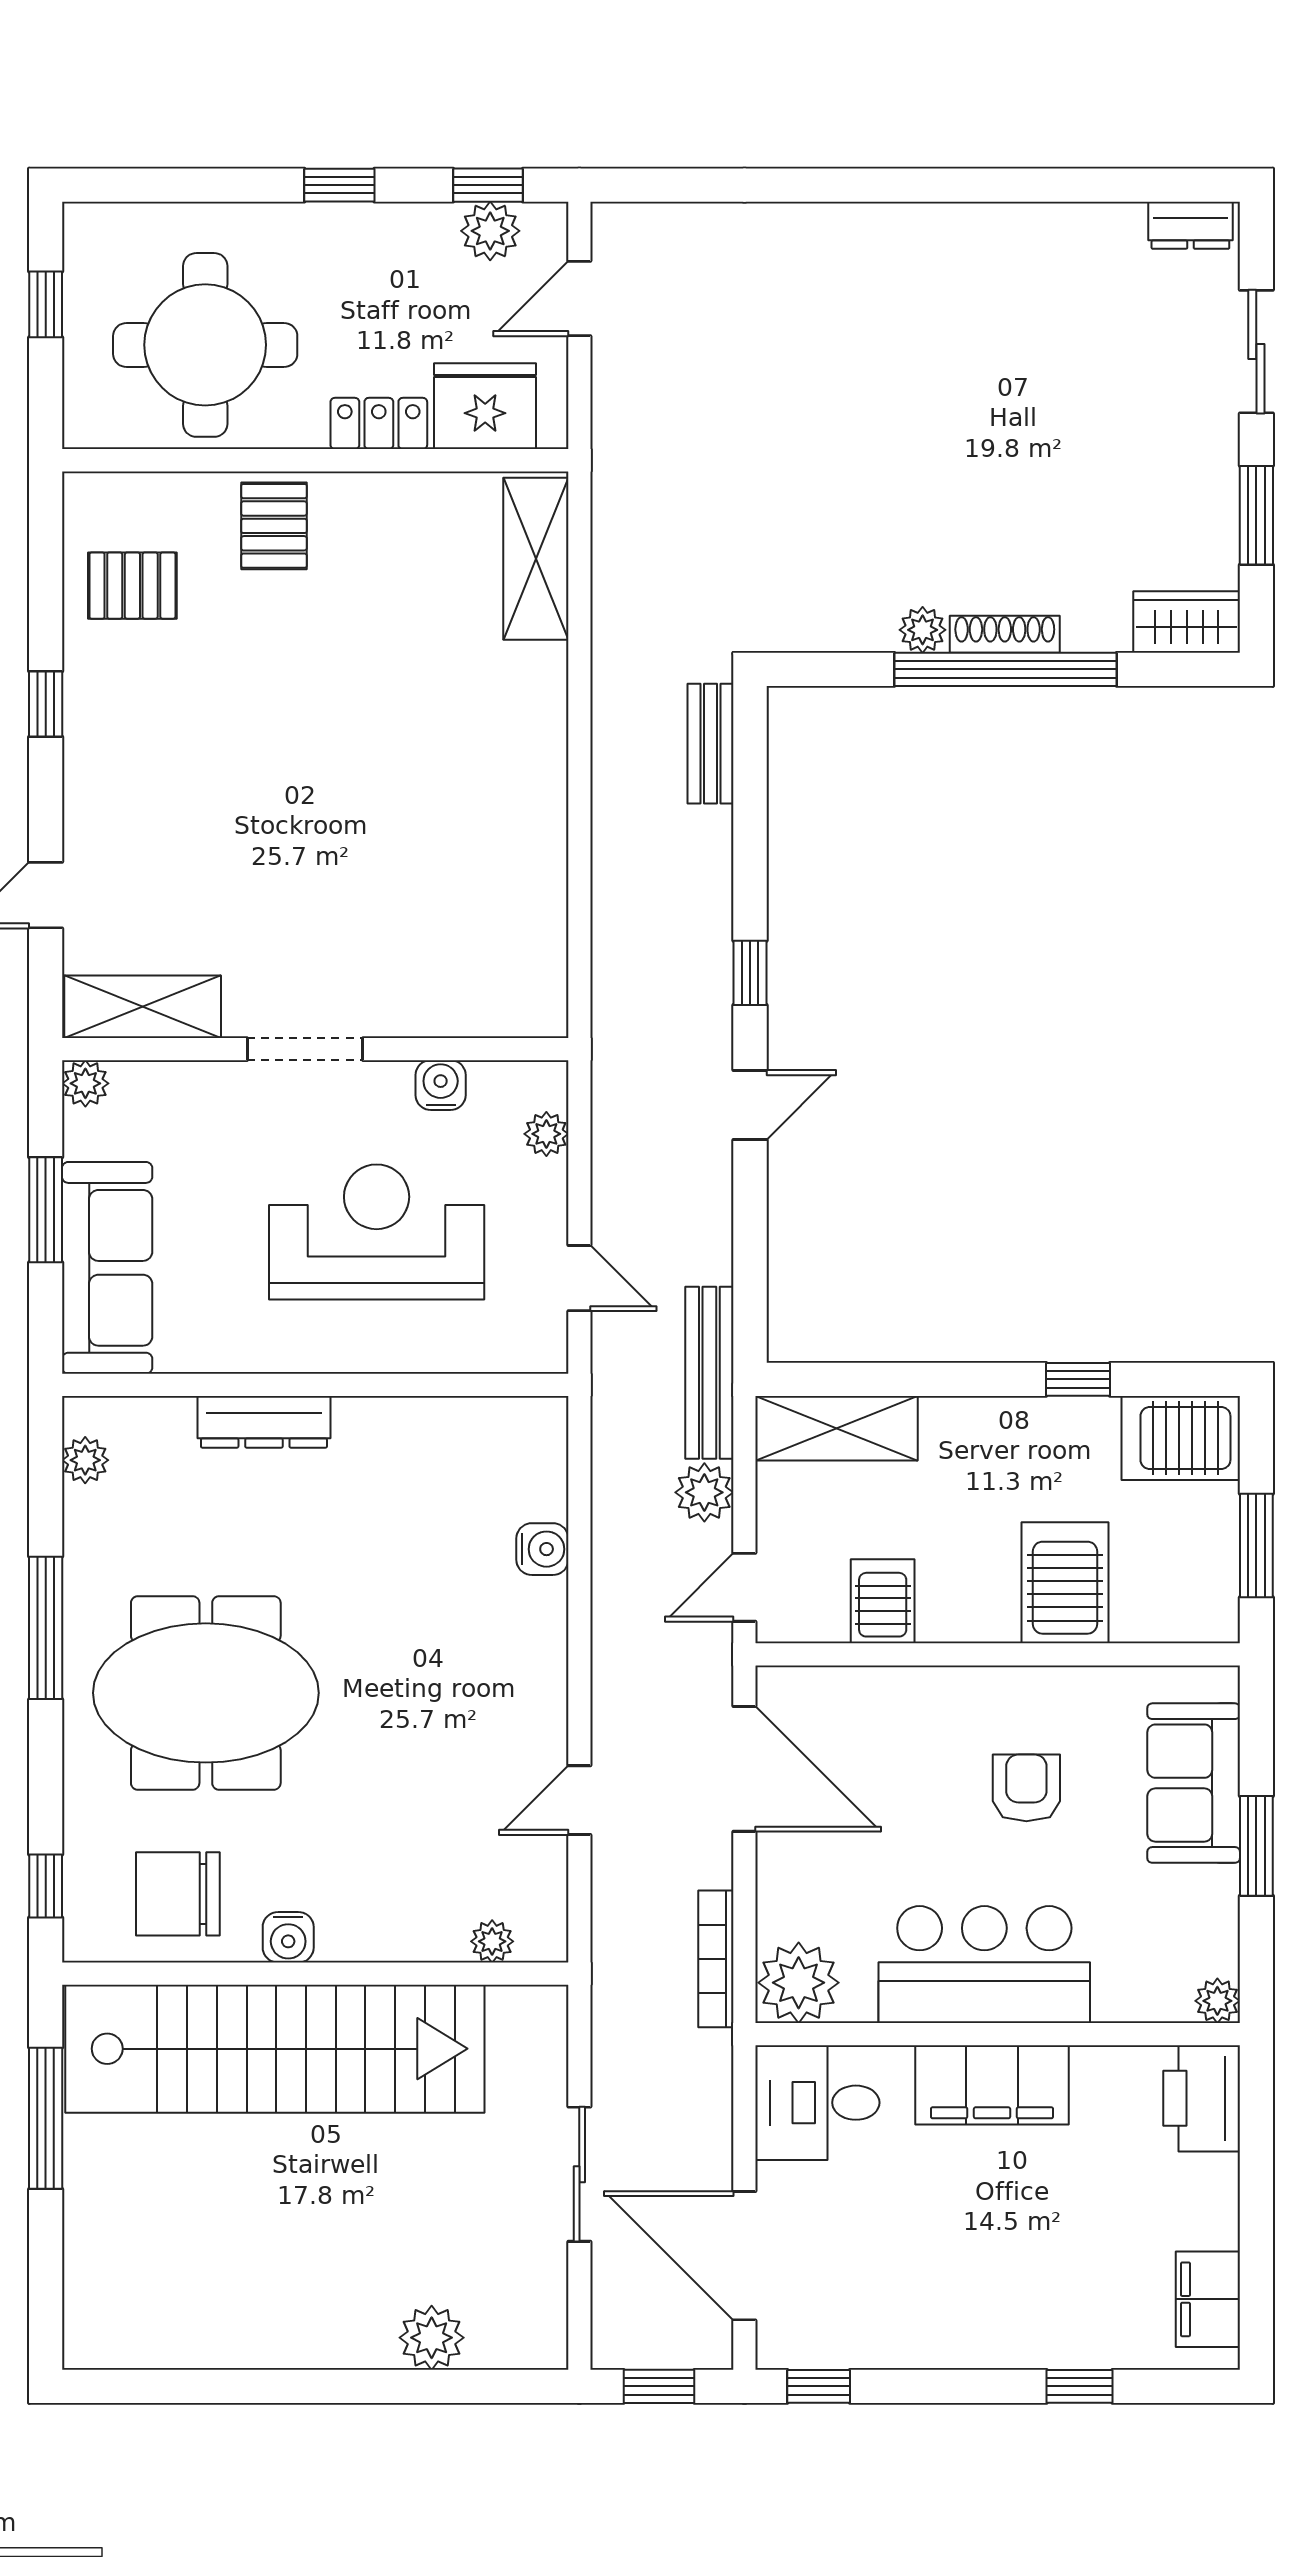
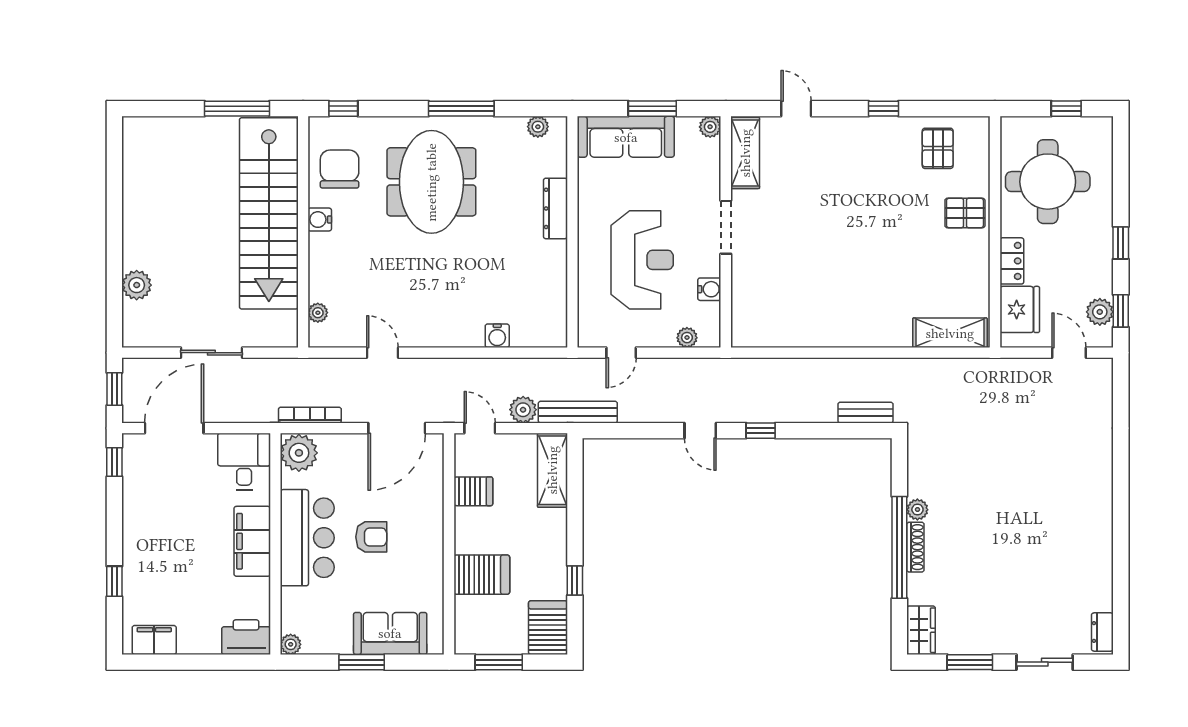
armchair: (1026, 1788) -> (371, 537), moved

